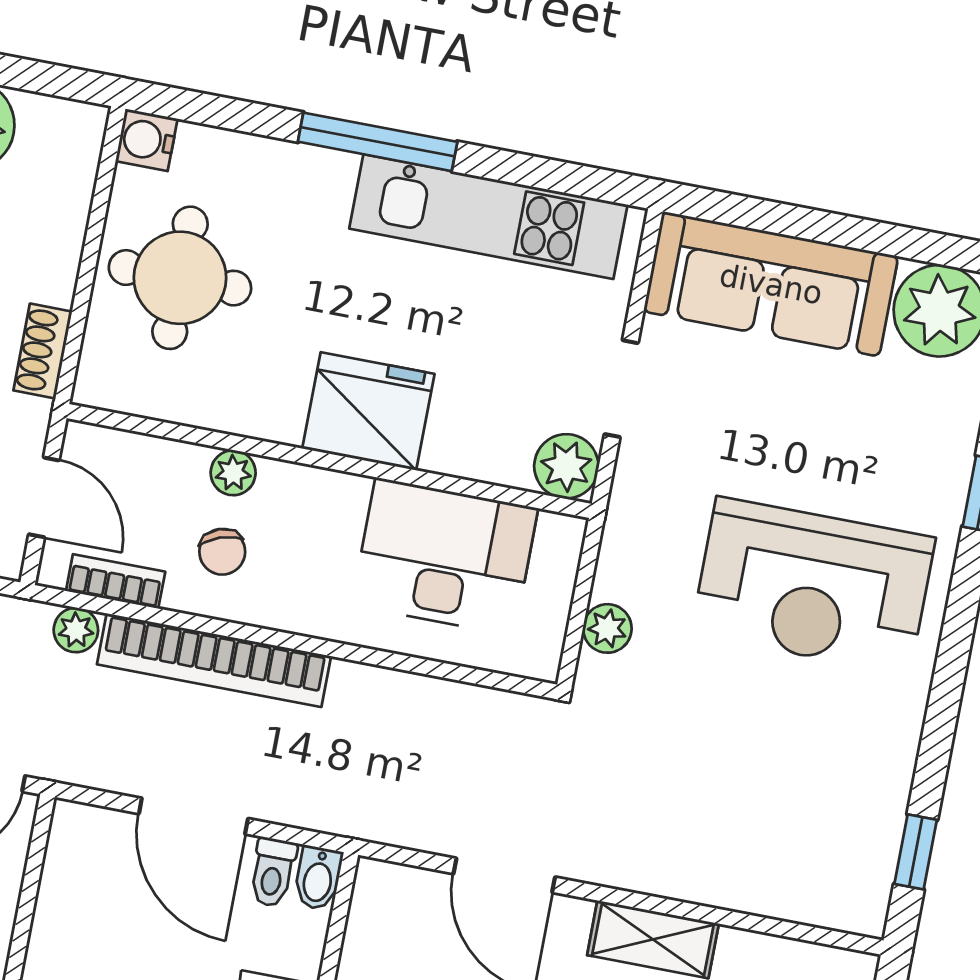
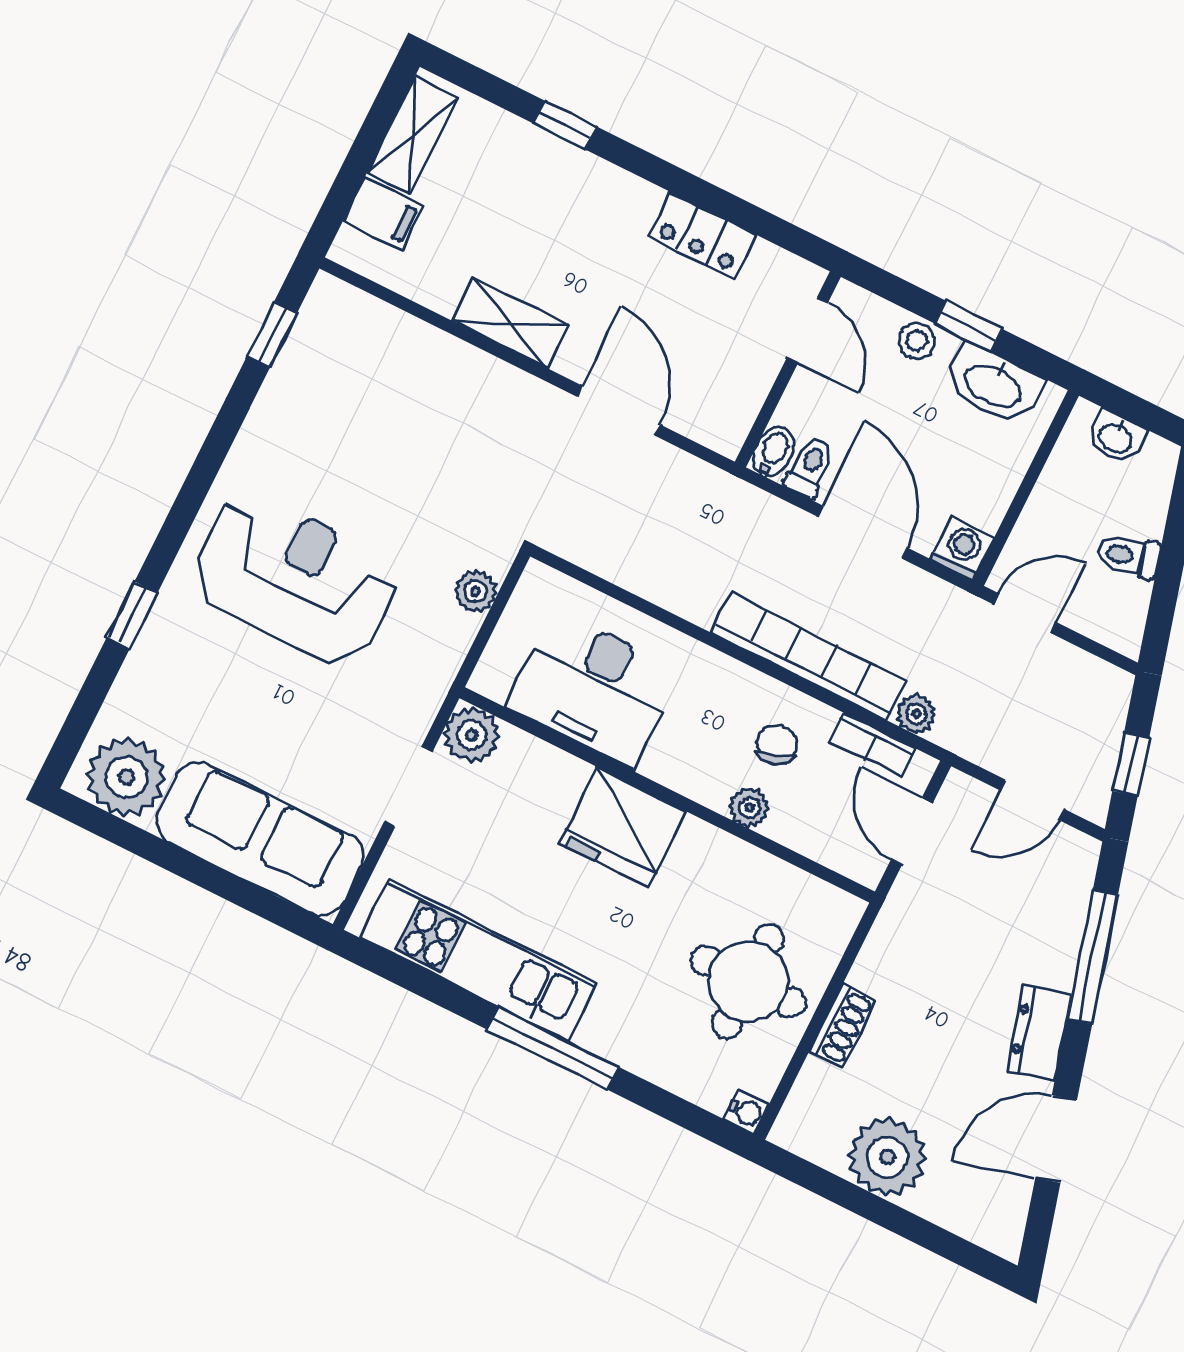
water cooler: (147, 140) -> (747, 1112), width x0.72, depth x0.72
shoe rack: (43, 351) -> (842, 1026), moved
washing machine: (77, 829) -> (962, 549), added

